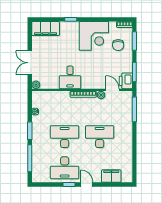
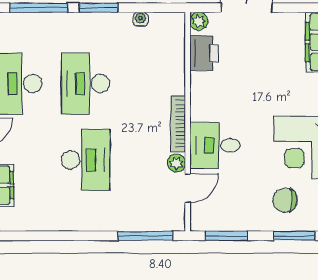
desk: (70, 77) -> (215, 145), moved
printer: (126, 81) -> (204, 53), moved, turned 90
desk: (65, 137) -> (86, 84), turned 180

